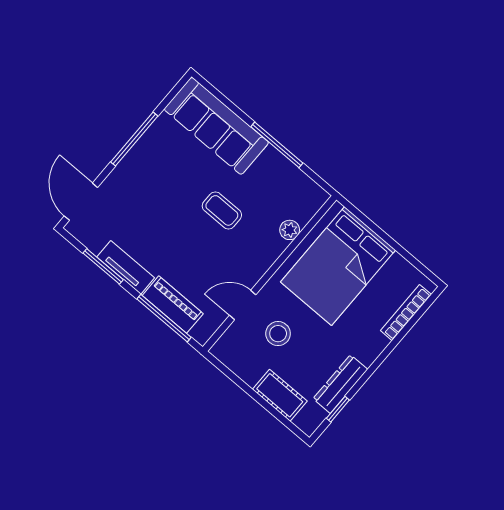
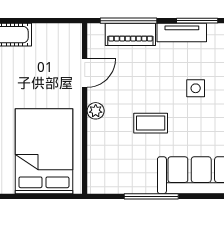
side table: (156, 207) -> (196, 88), added
plant: (290, 230) -> (96, 111), moved
stool: (278, 334) -> (46, 74), removed

